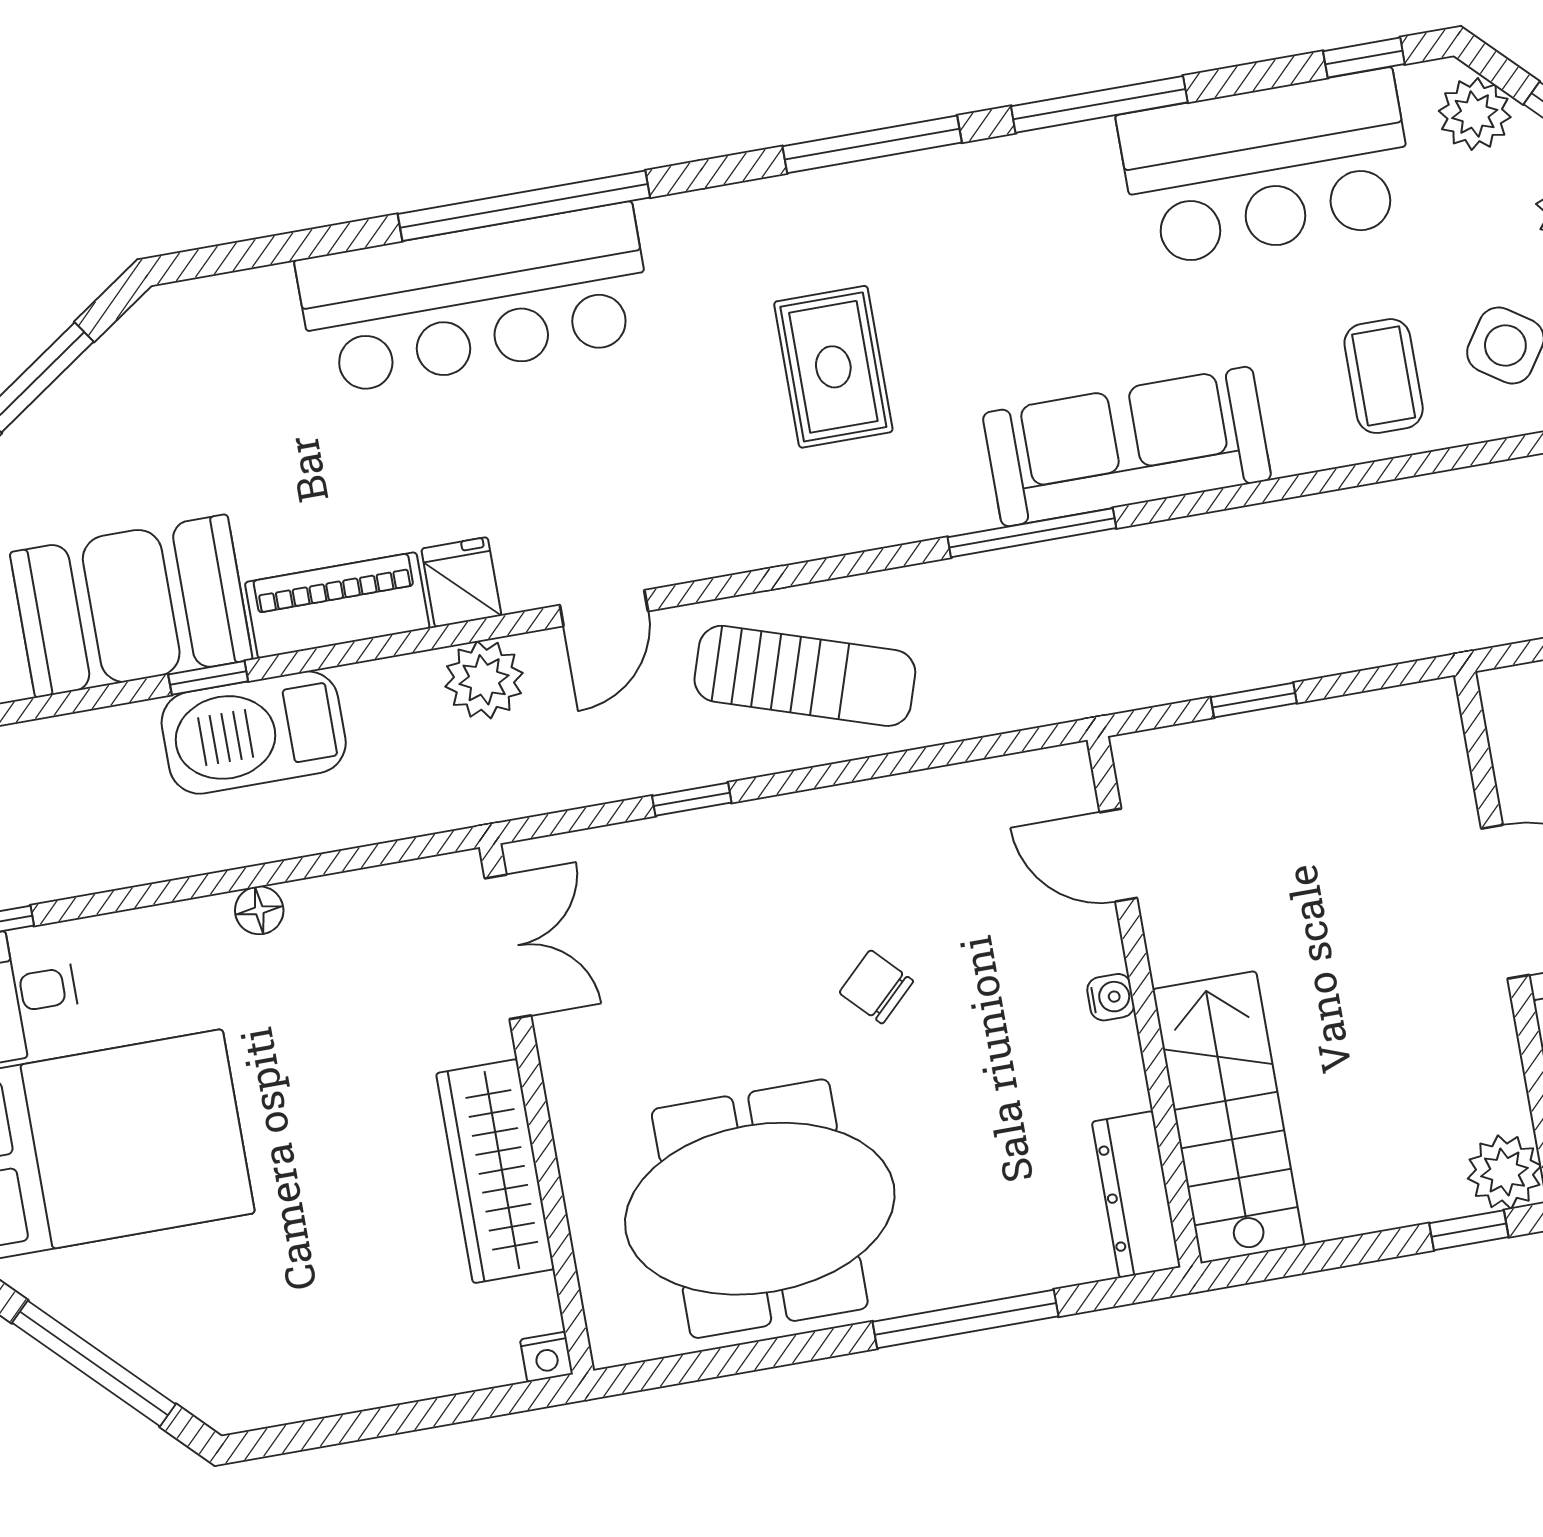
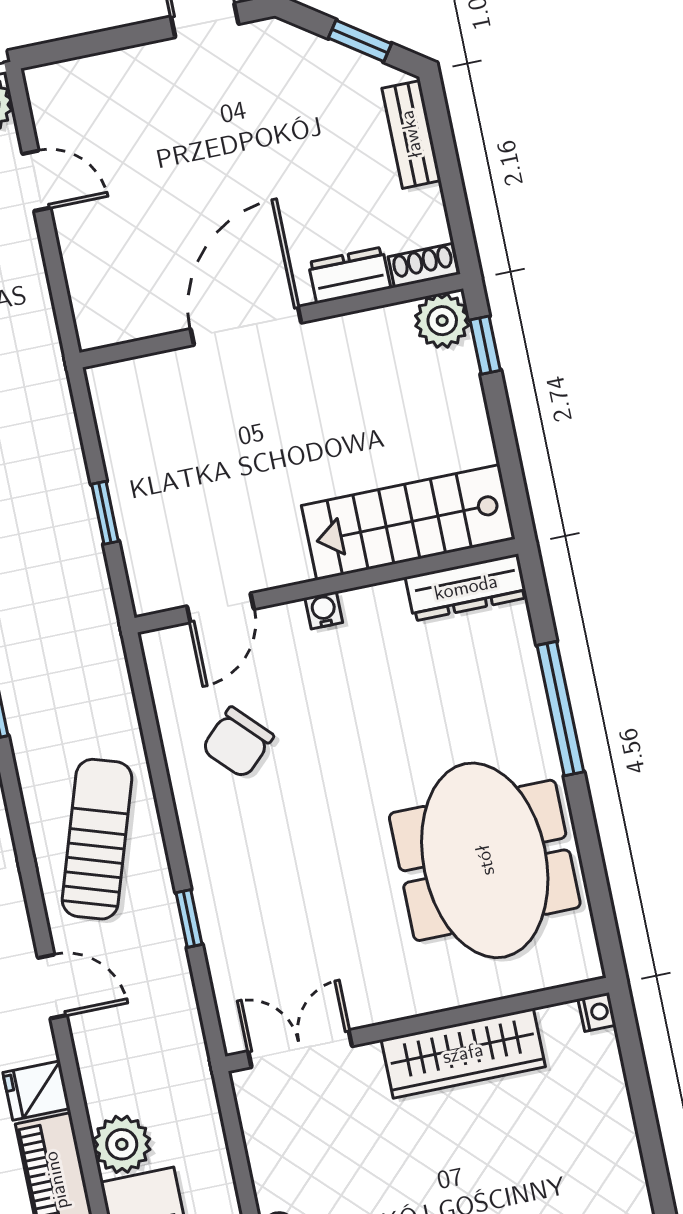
plant: (484, 680) -> (122, 1144), moved
chair: (876, 987) -> (238, 743), moved, width x1.37, depth x1.37

